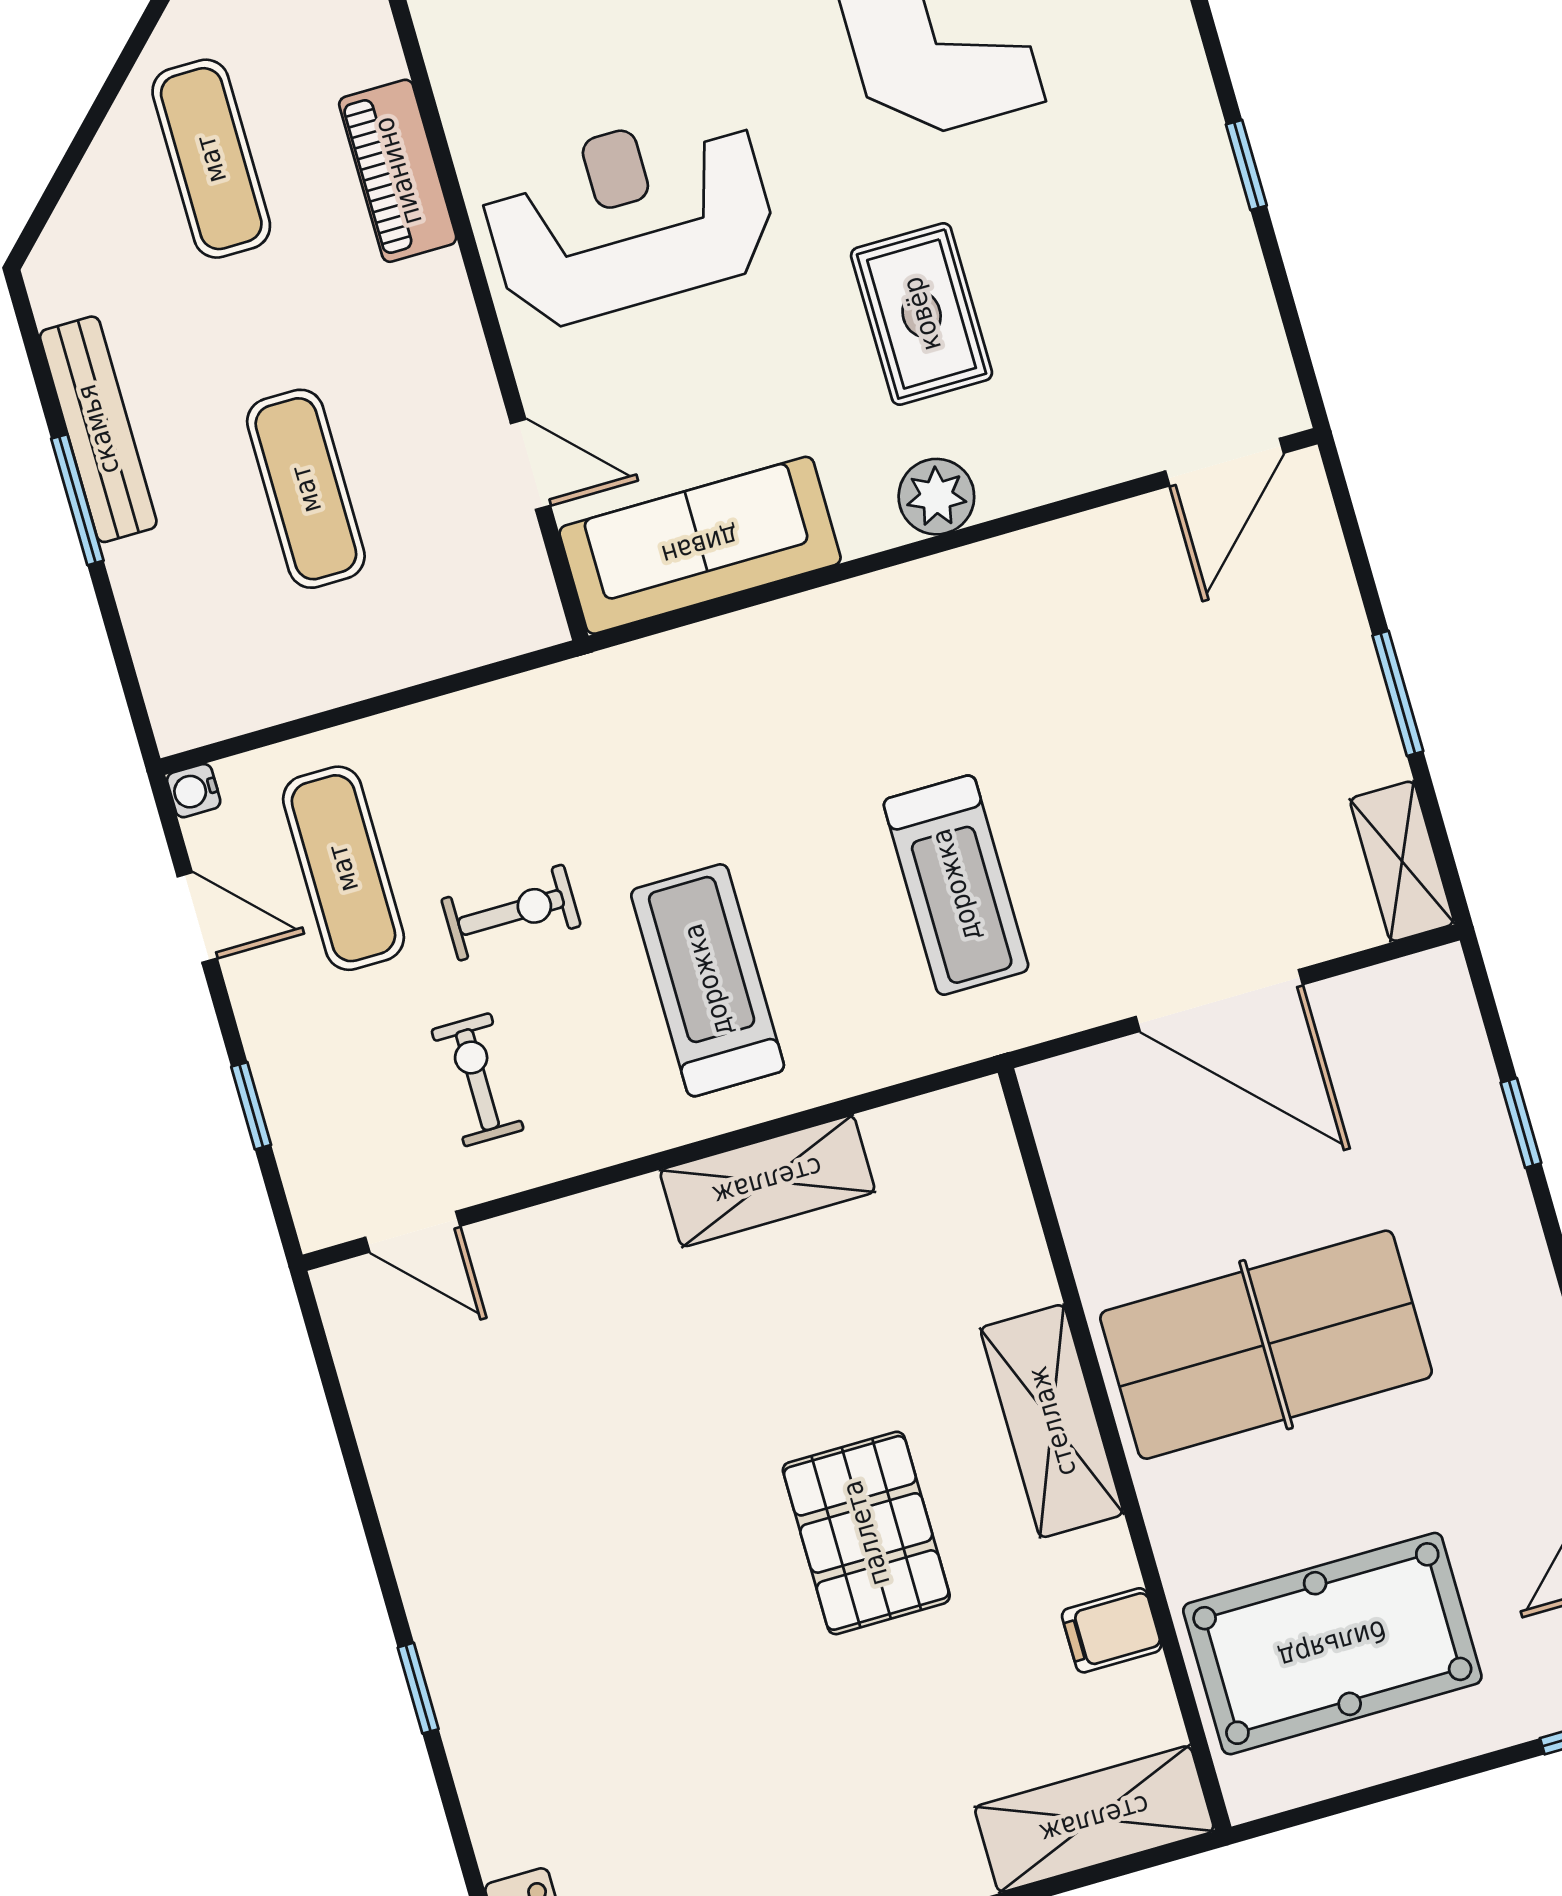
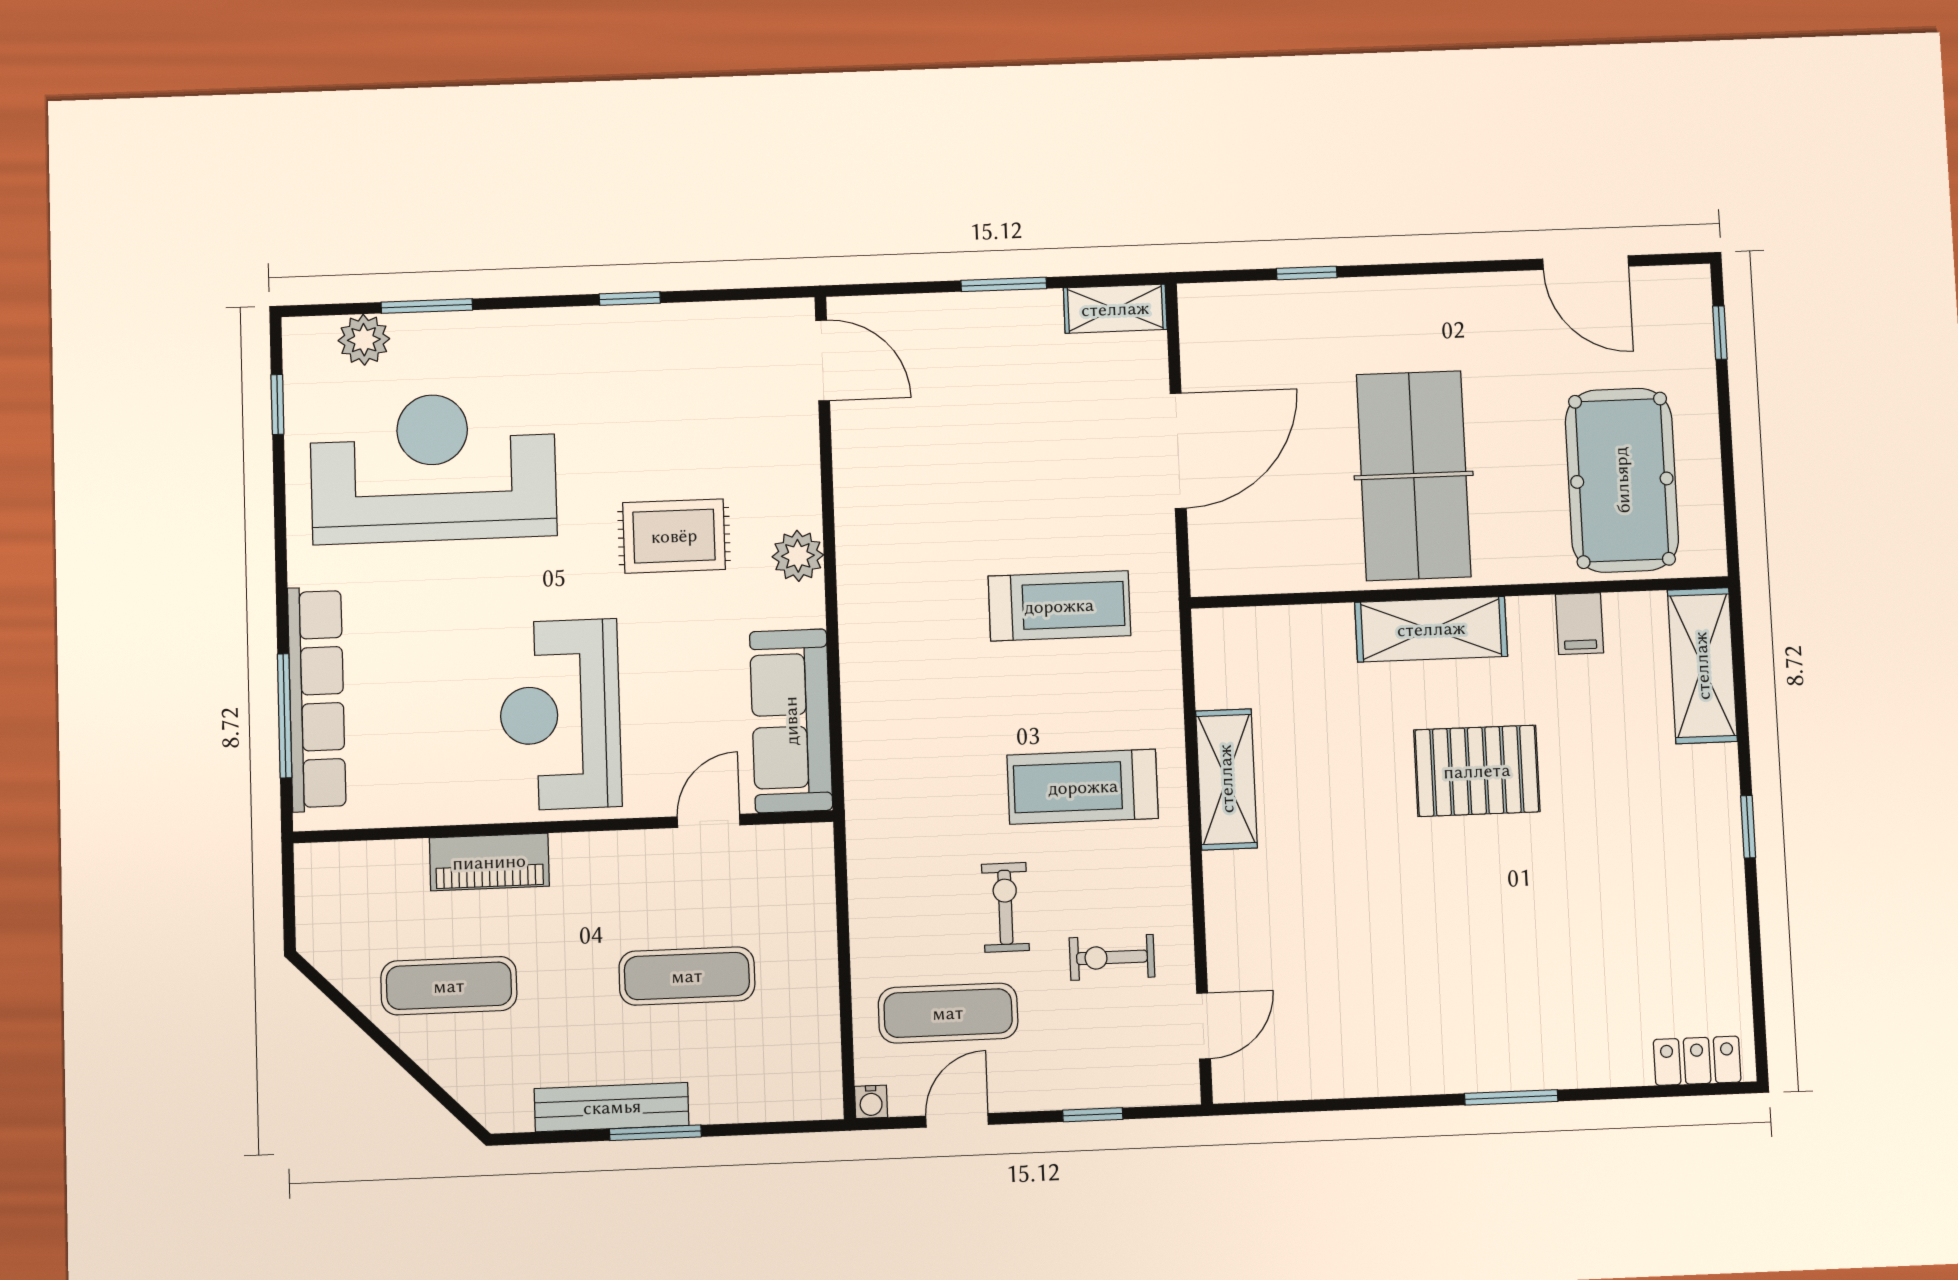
window: (418, 1688) -> (1511, 1097), width x1.50

